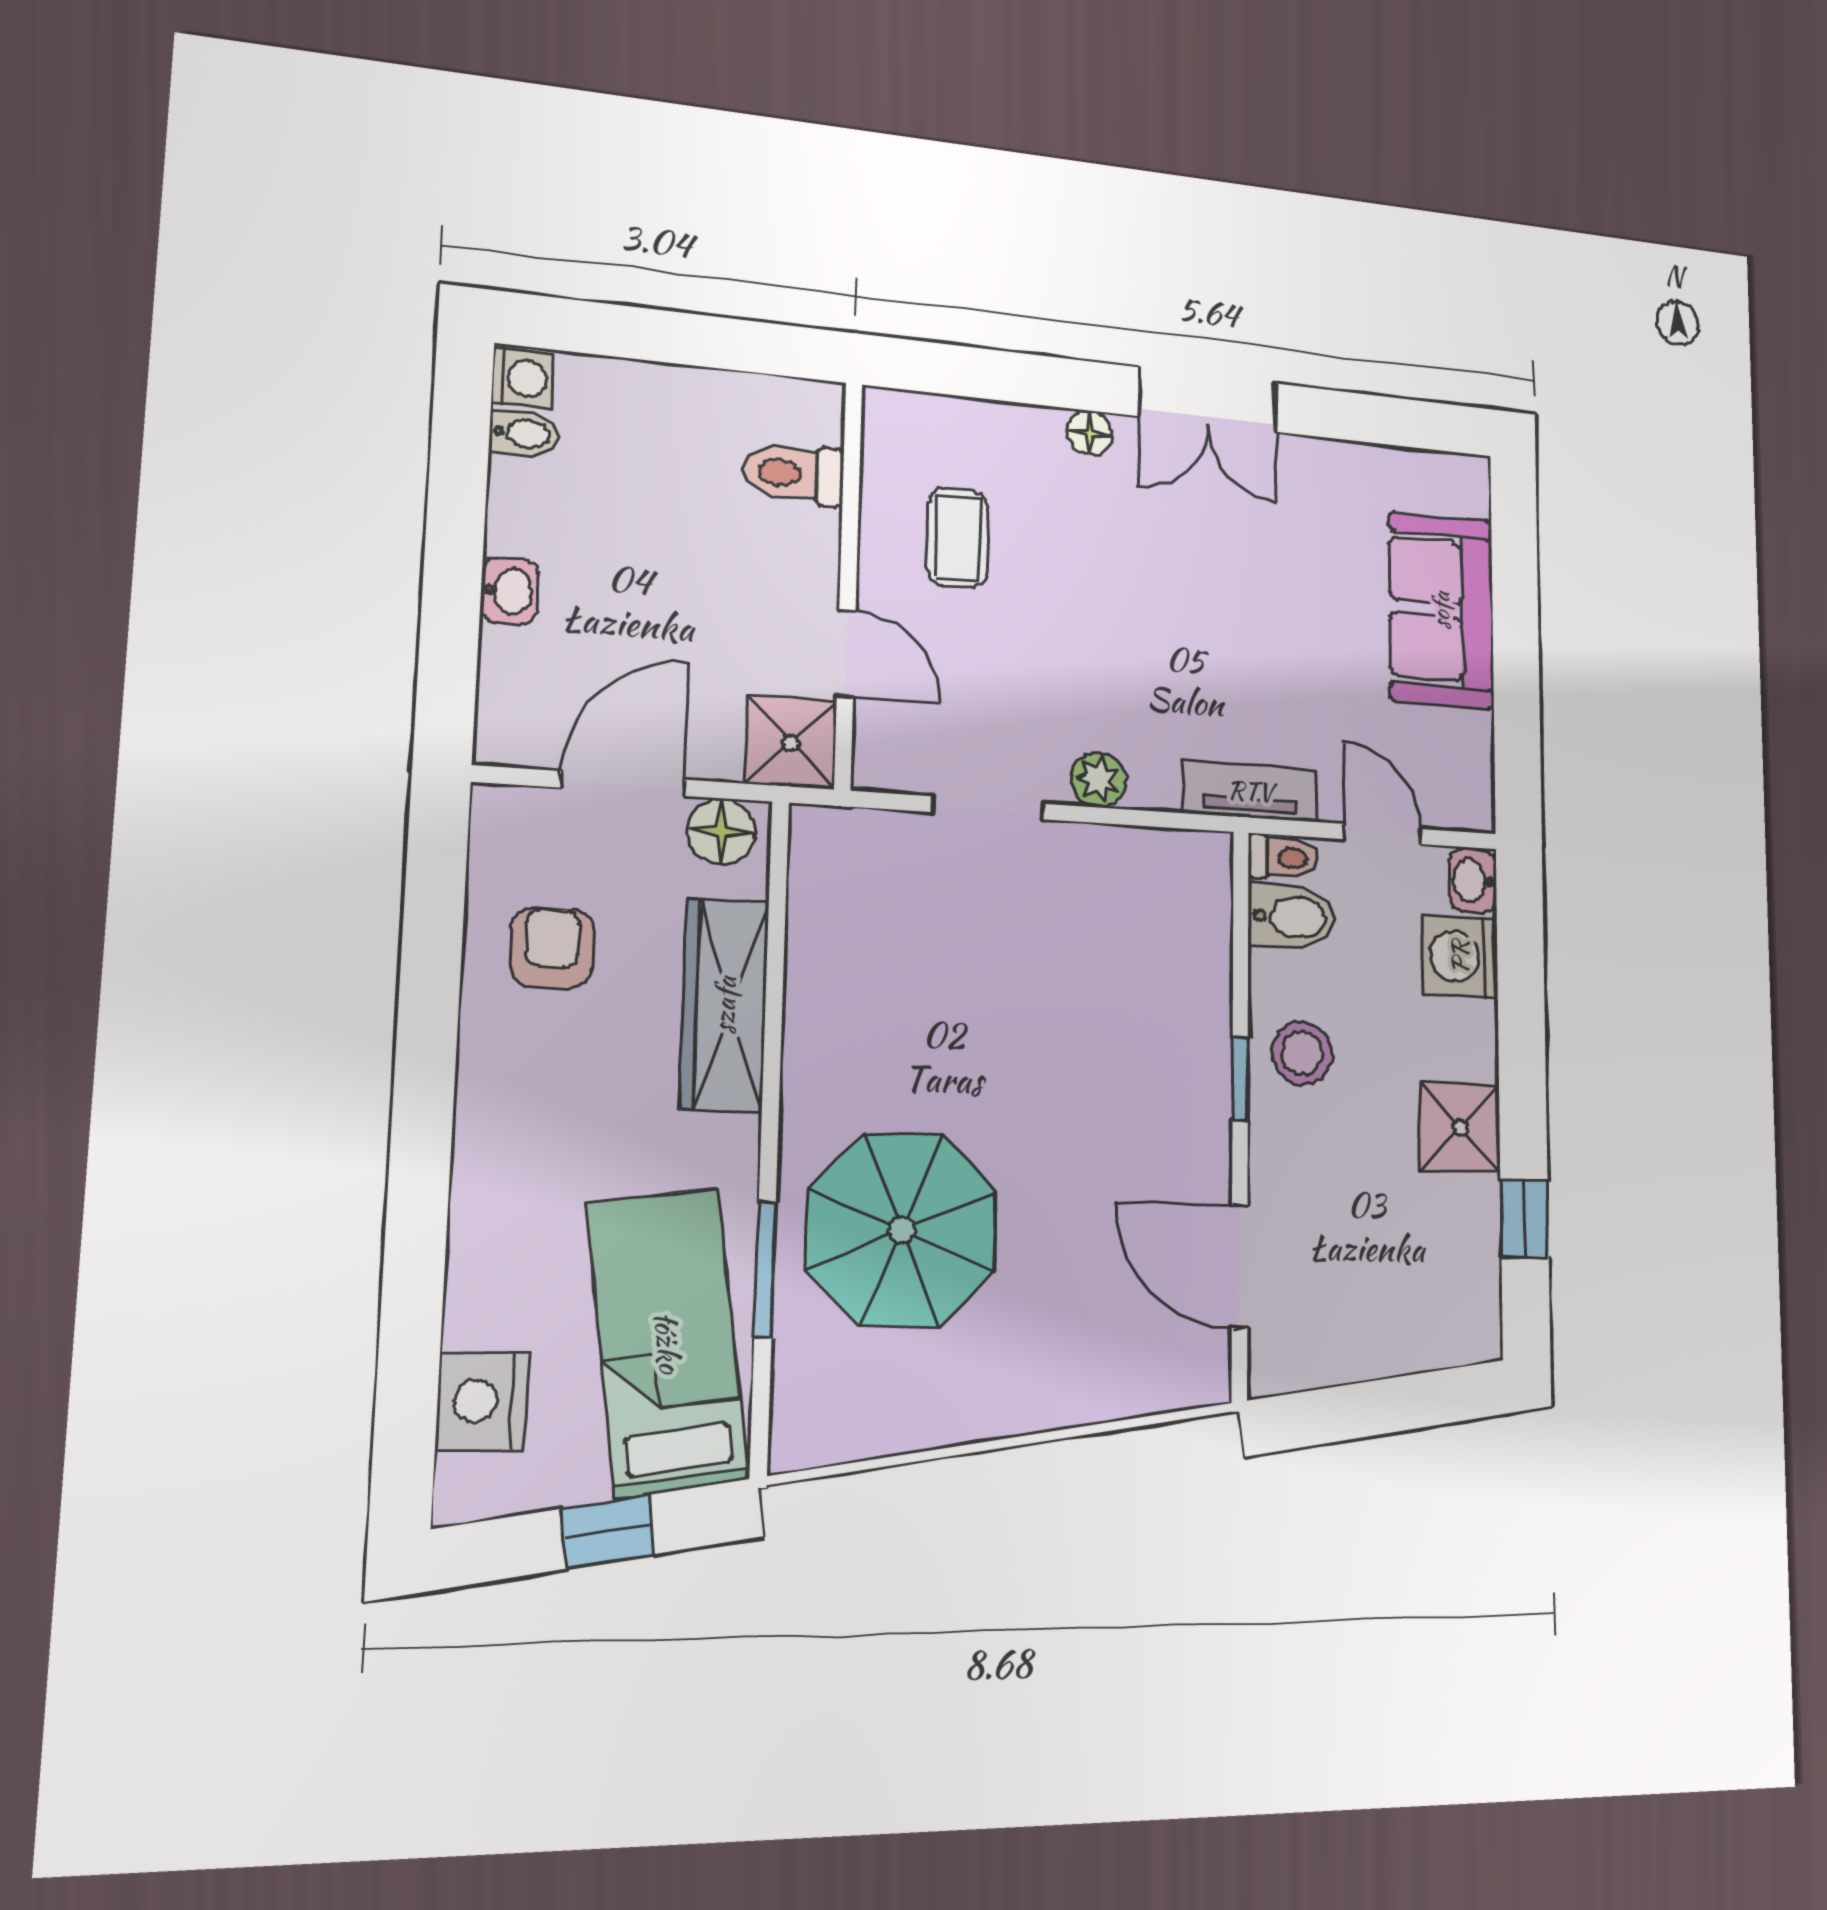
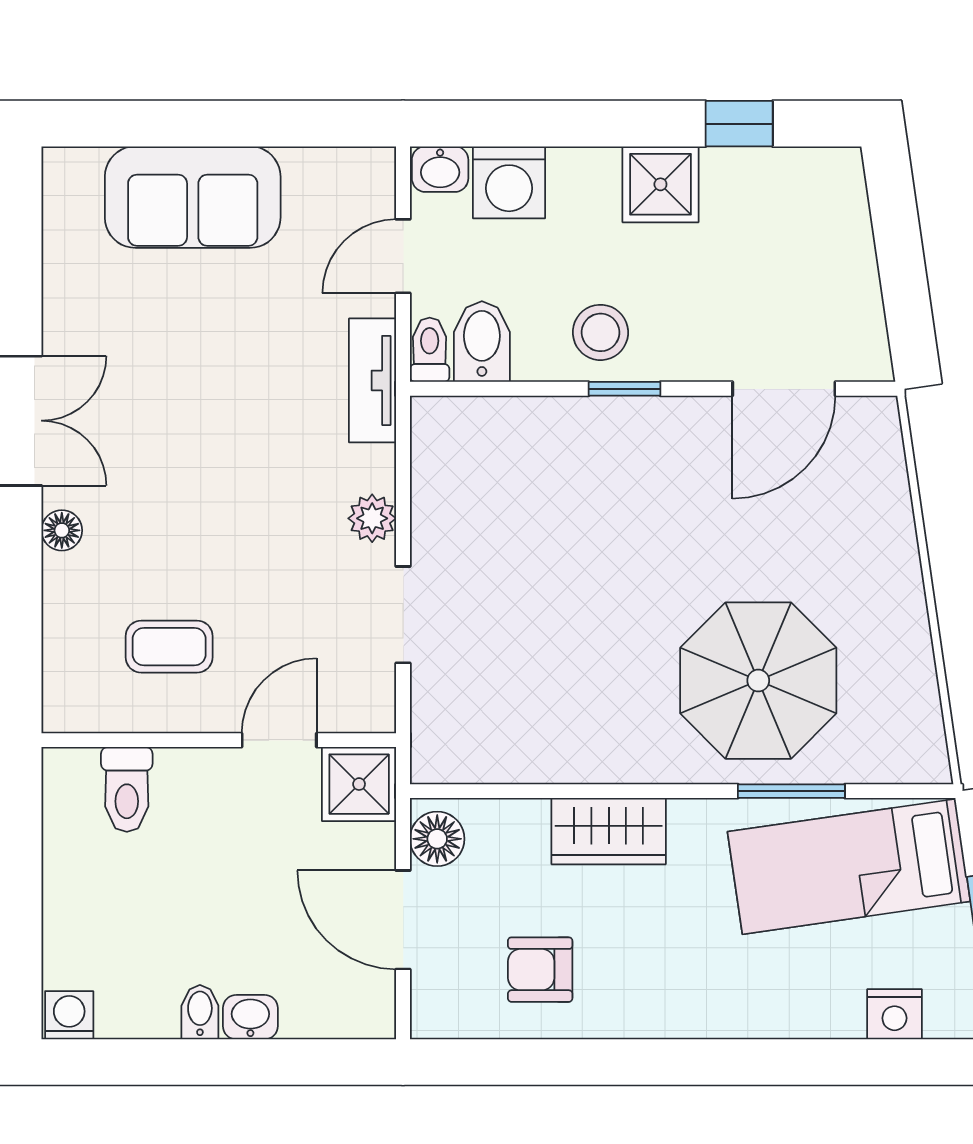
bidet: (524, 434) -> (200, 1012), moved
wardrobe: (725, 1005) -> (609, 831), width x0.67
nightstand: (482, 1401) -> (894, 1014), width x0.74, depth x0.75

